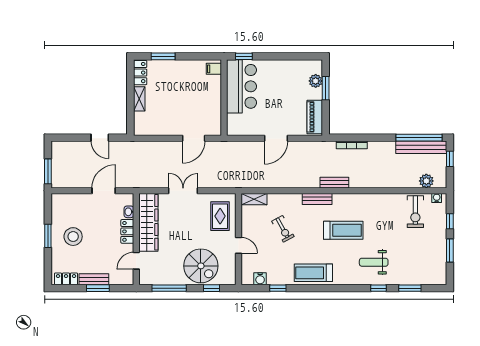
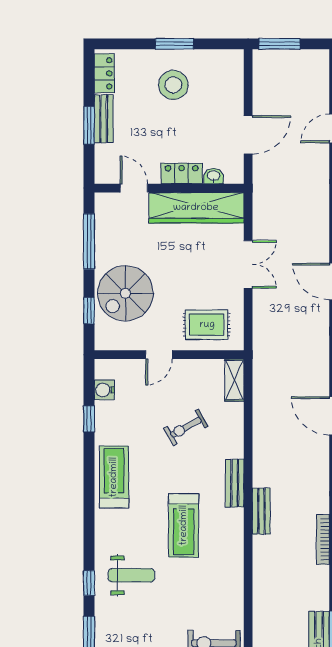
door: (104, 191) -> (248, 135), hinge flipped
weight bench: (374, 262) -> (131, 575), turned 90

